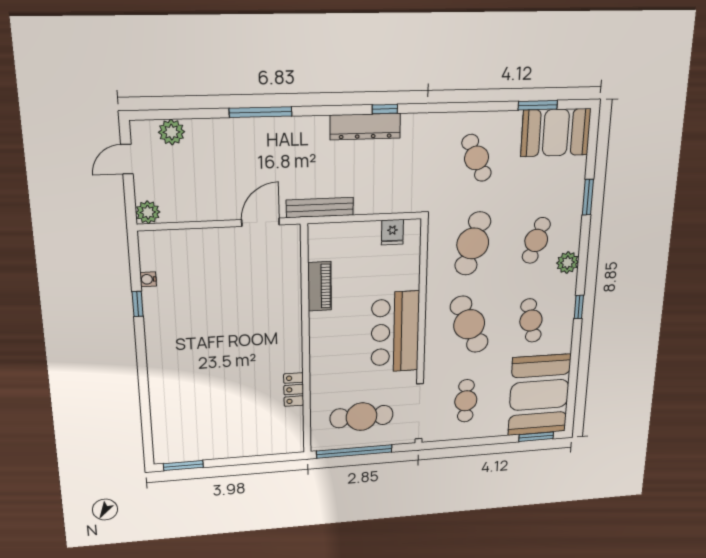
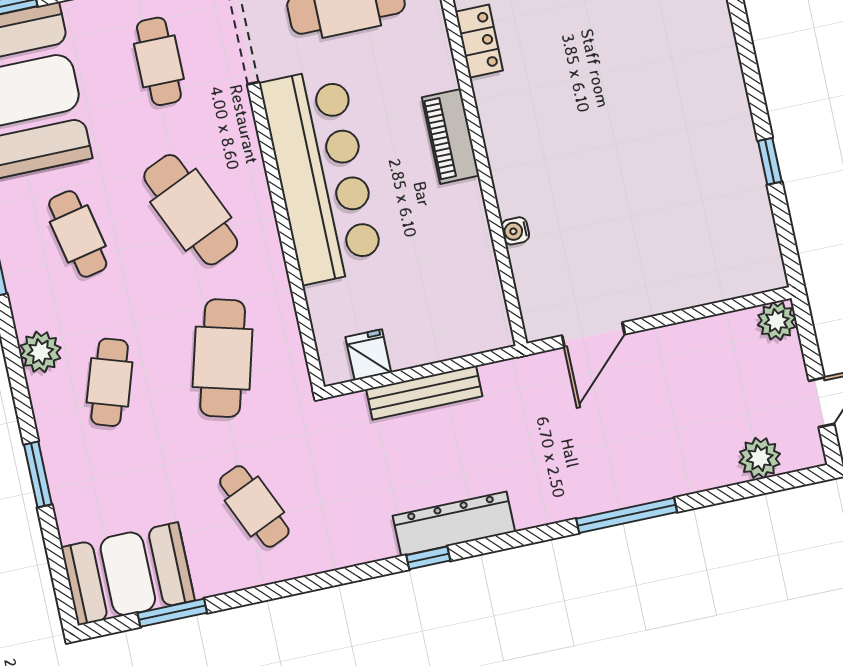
bench: (320, 208) -> (424, 393), moved
water cooler: (148, 279) -> (515, 231), moved, turned 180
piano: (320, 286) -> (451, 136), moved
bar counter: (395, 332) -> (322, 175), width x1.36

